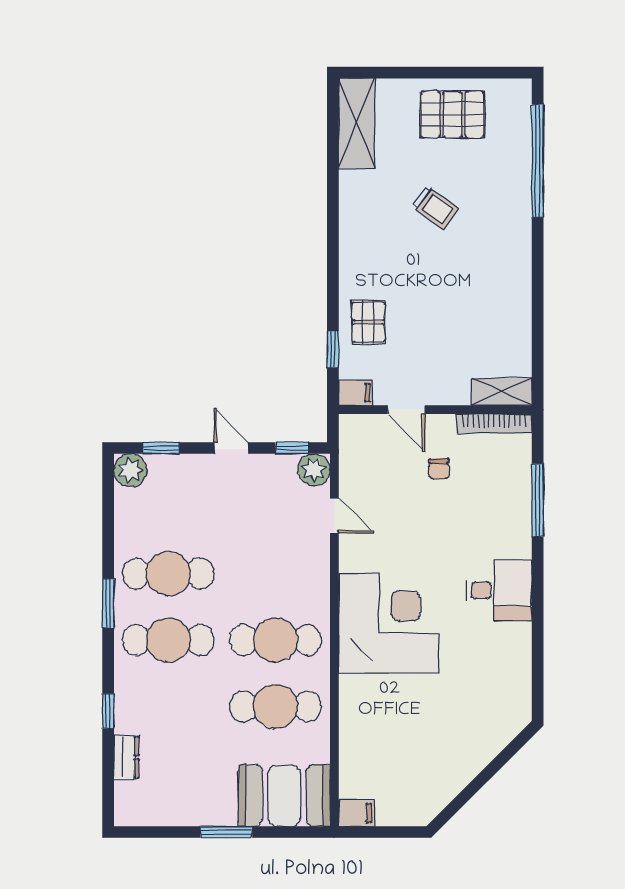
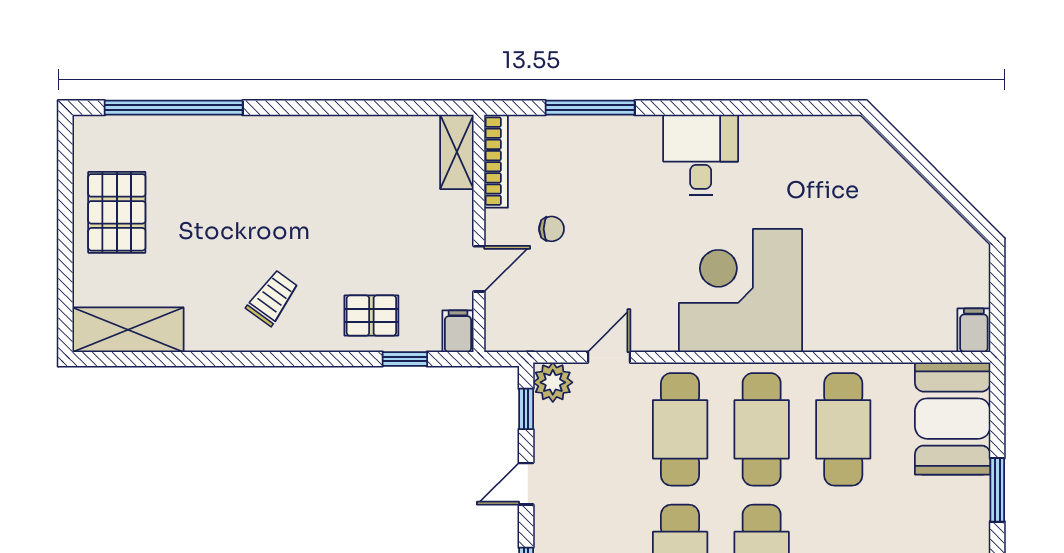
trolley: (435, 207) -> (272, 298), moved
cafe table: (276, 574) -> (680, 429), added

